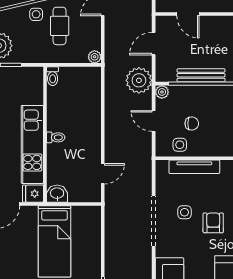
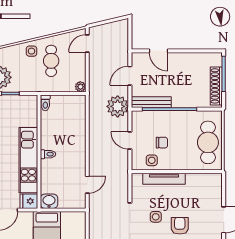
bench: (201, 75) -> (151, 102), moved
plant: (162, 92) -> (137, 116), removed

